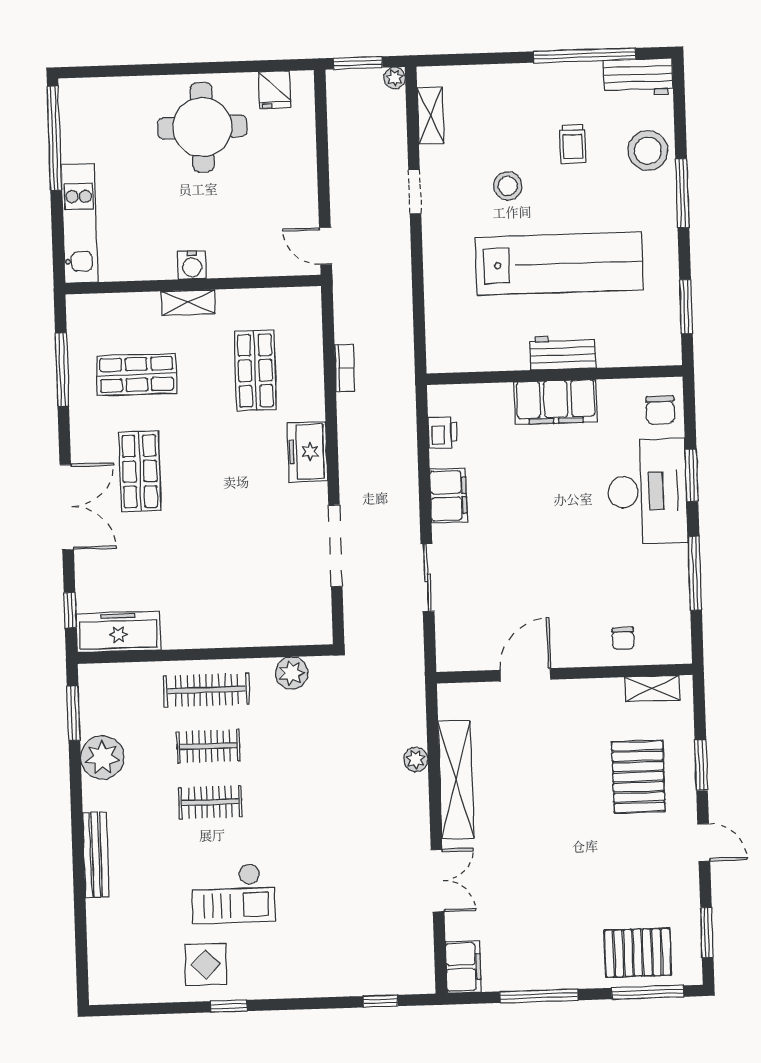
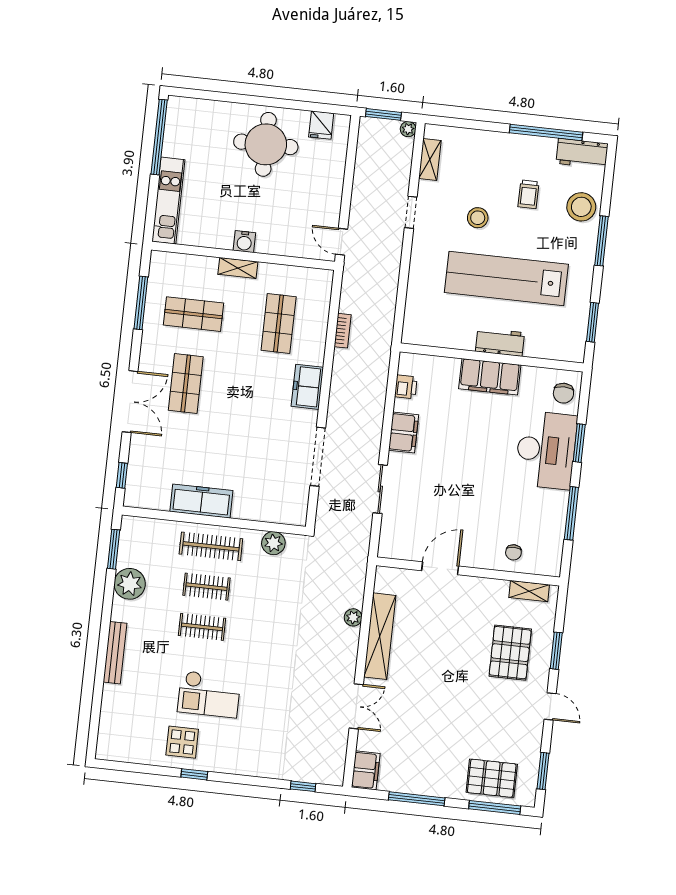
lab bench: (559, 264) -> (506, 278), turned 180
freezer: (118, 632) -> (201, 501), moved

